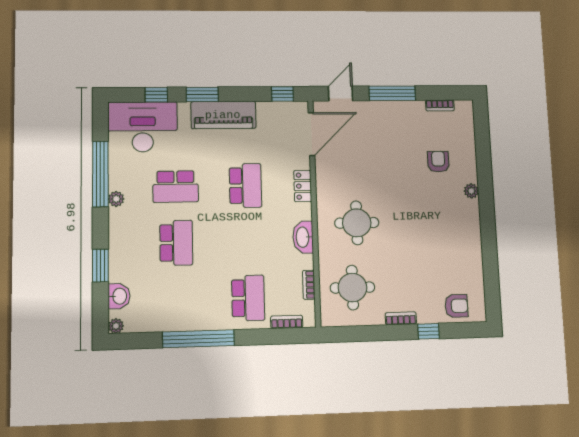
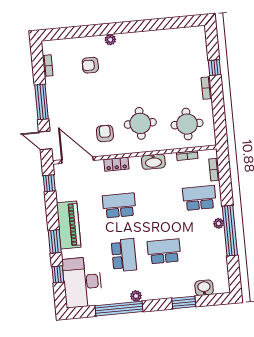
armchair: (456, 306) -> (105, 133), moved
plant: (116, 326) -> (219, 223), moved

